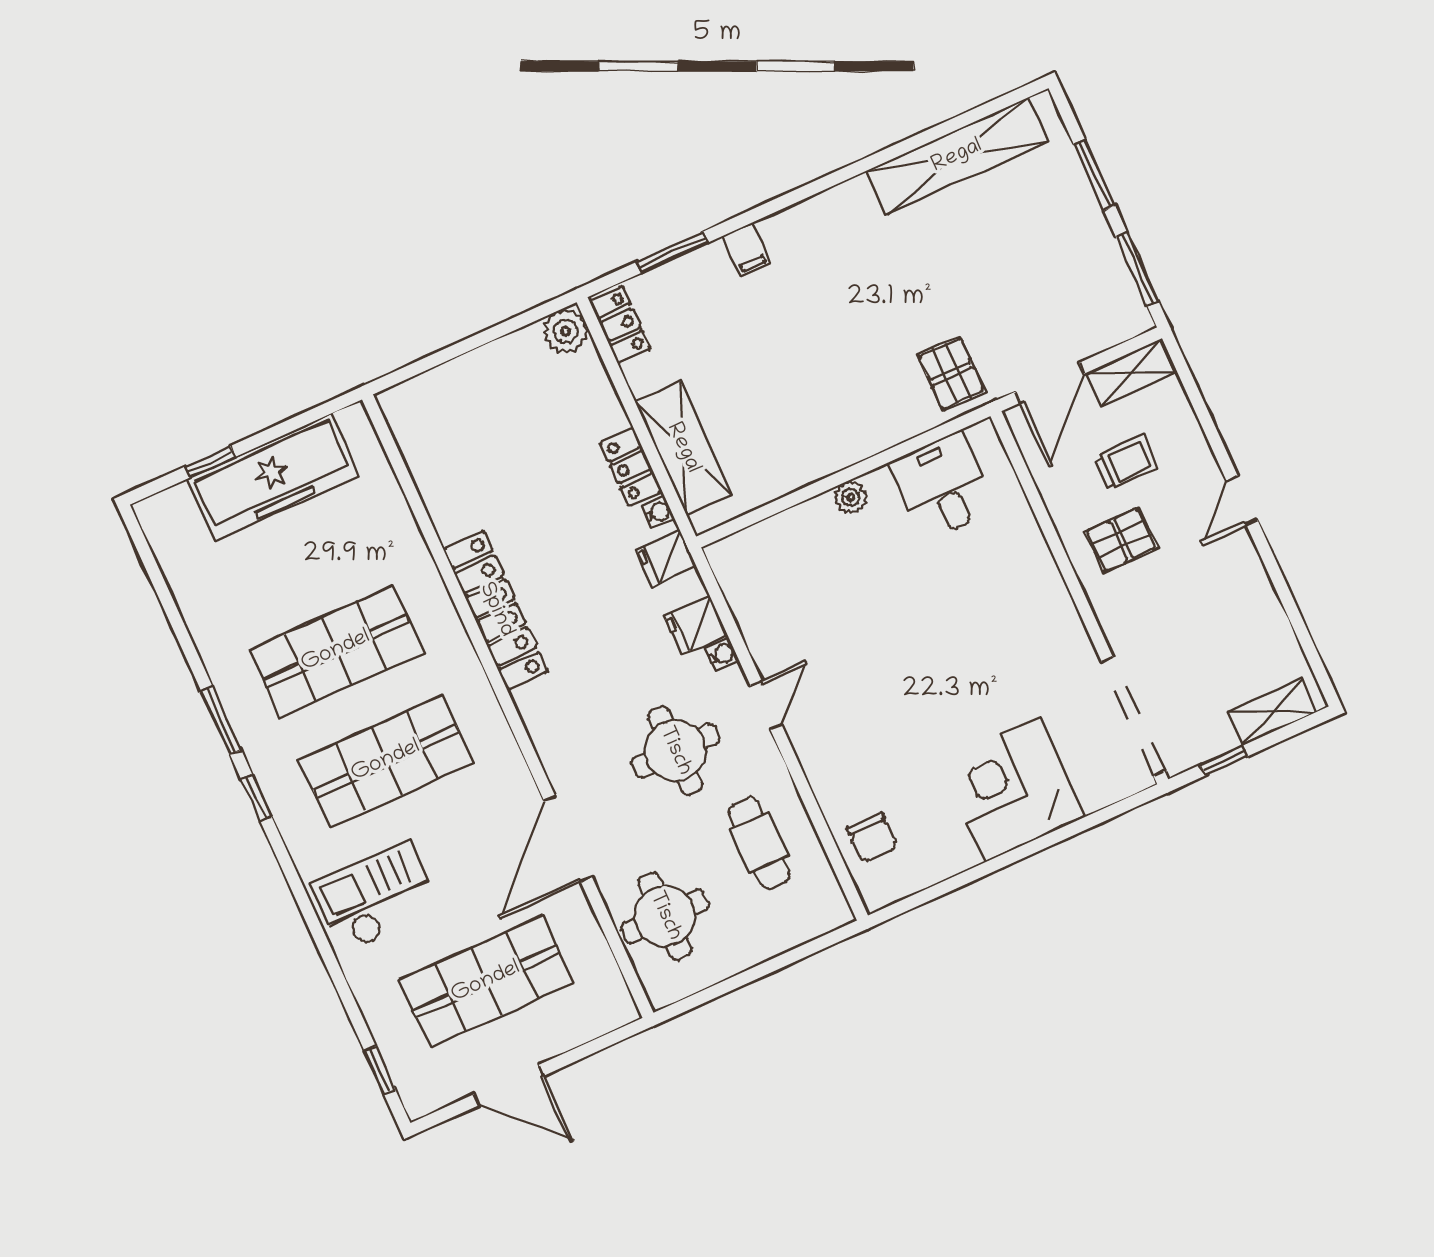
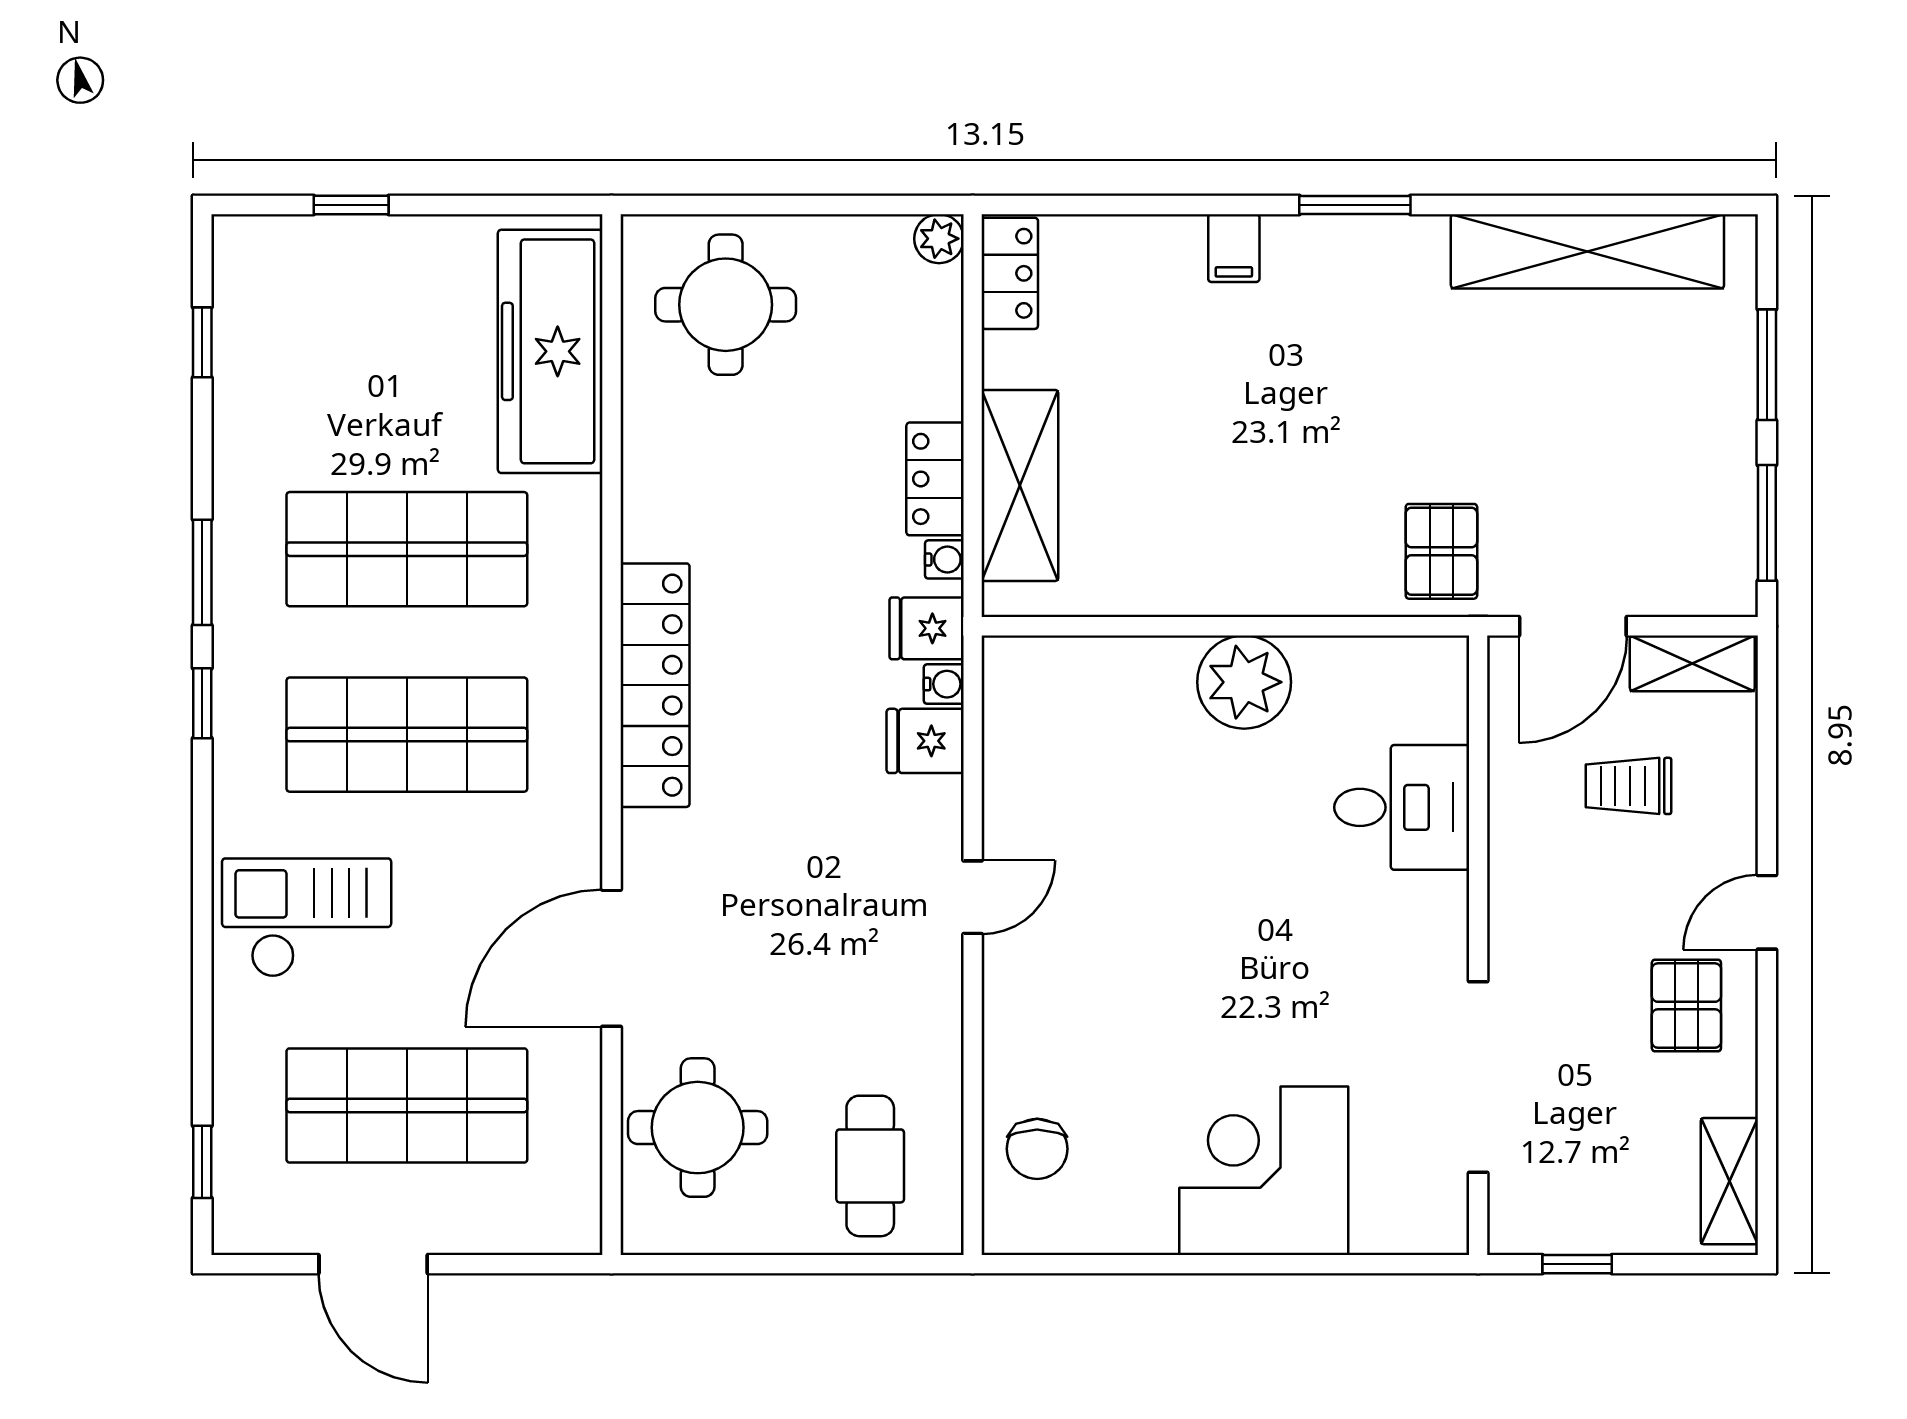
window: (672, 252) -> (1355, 205), moved
plant: (566, 331) -> (939, 239), width x0.73, depth x0.73
trolley: (1126, 463) -> (1629, 786), turned 180
freezer: (274, 477) -> (550, 351), moved, turned 90
desk: (943, 486) -> (1402, 807), moved, turned 90
plant: (851, 497) -> (1244, 682), width x1.88, depth x1.88
pallet: (1121, 540) -> (1686, 1006), moved, turned 90
window: (159, 583) -> (202, 342), added
locker: (496, 610) -> (655, 685), moved
water cooler: (722, 654) -> (944, 684), moved
shelving: (1272, 712) -> (1729, 1181), moved, turned 90
doorway: (1133, 717) -> (1478, 1077), moved
round table: (675, 751) -> (726, 305), moved
cafe table: (759, 843) -> (870, 1166), moved

